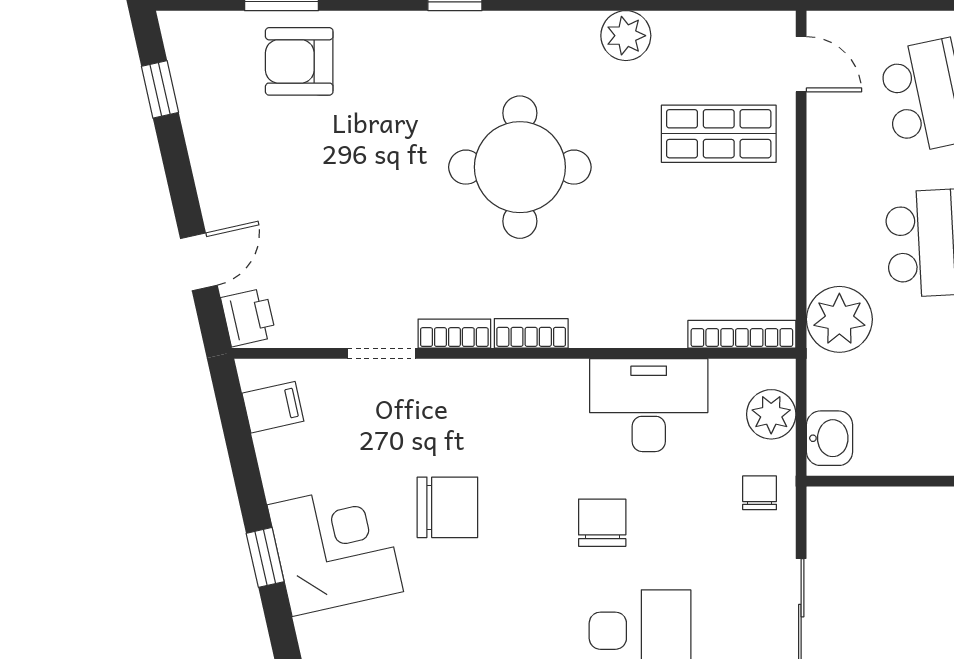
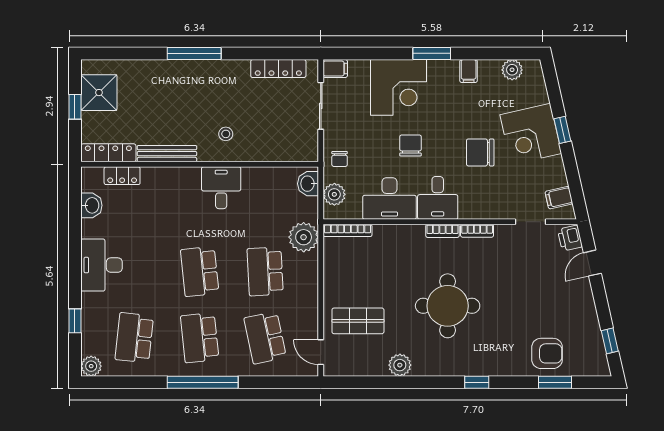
doorway: (382, 353) -> (530, 222), moved
desk: (542, 406) -> (438, 198), added
chair: (602, 523) -> (410, 146), turned 180

